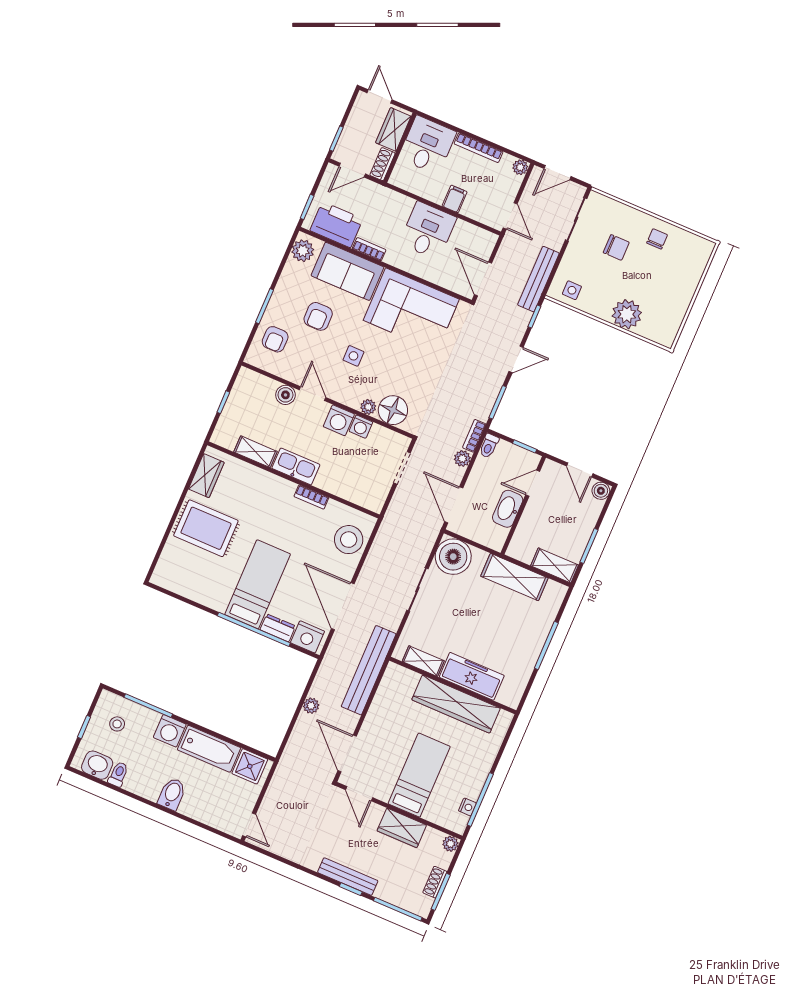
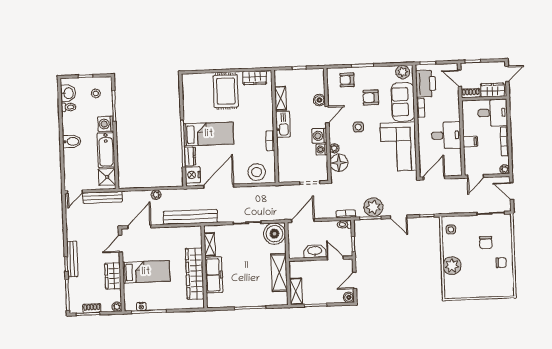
bench: (538, 279) -> (102, 197), moved
plant: (462, 458) -> (373, 207), moved, width x1.88, depth x1.88

